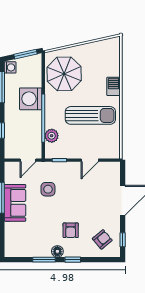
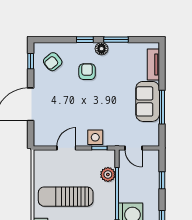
door: (28, 160) -> (134, 148), swing flipped
side table: (48, 189) -> (95, 137), moved
tv unit: (10, 237) -> (153, 65), added

